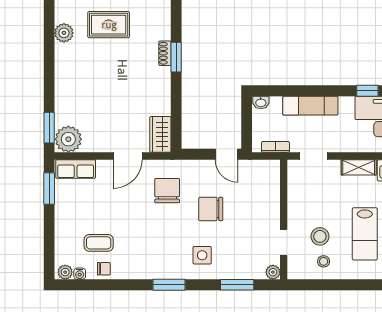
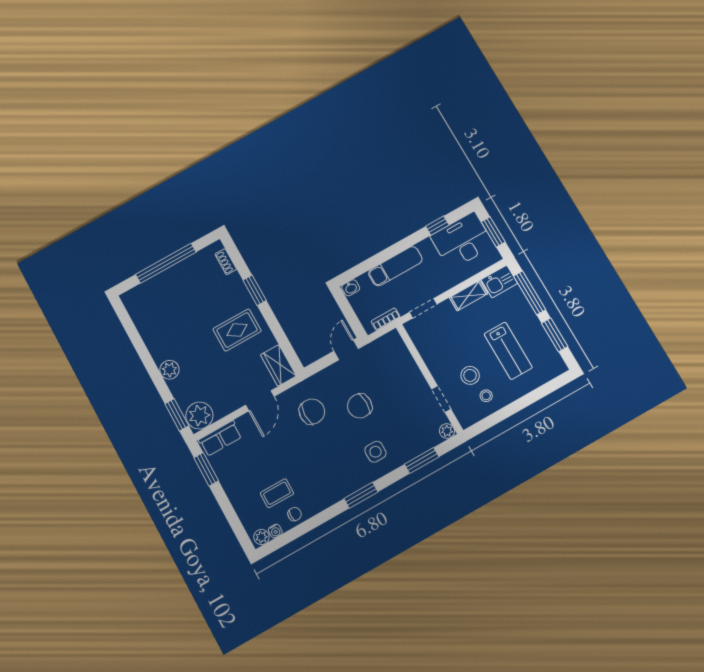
rug: (109, 25) -> (237, 330), moved
plant: (64, 33) -> (169, 370), moved
shoe rack: (165, 53) -> (226, 262), moved
door: (226, 154) -> (346, 350), swing flipped
chair: (167, 191) -> (312, 412), turned 90

